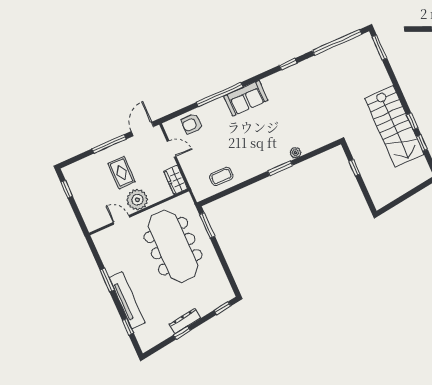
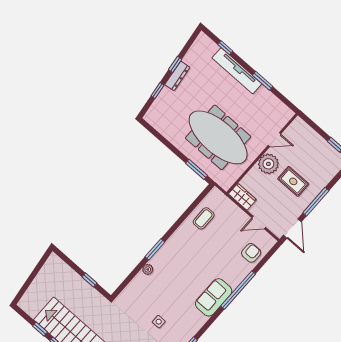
side table: (308, 99) -> (159, 322), added
window: (222, 308) -> (158, 91), moved

